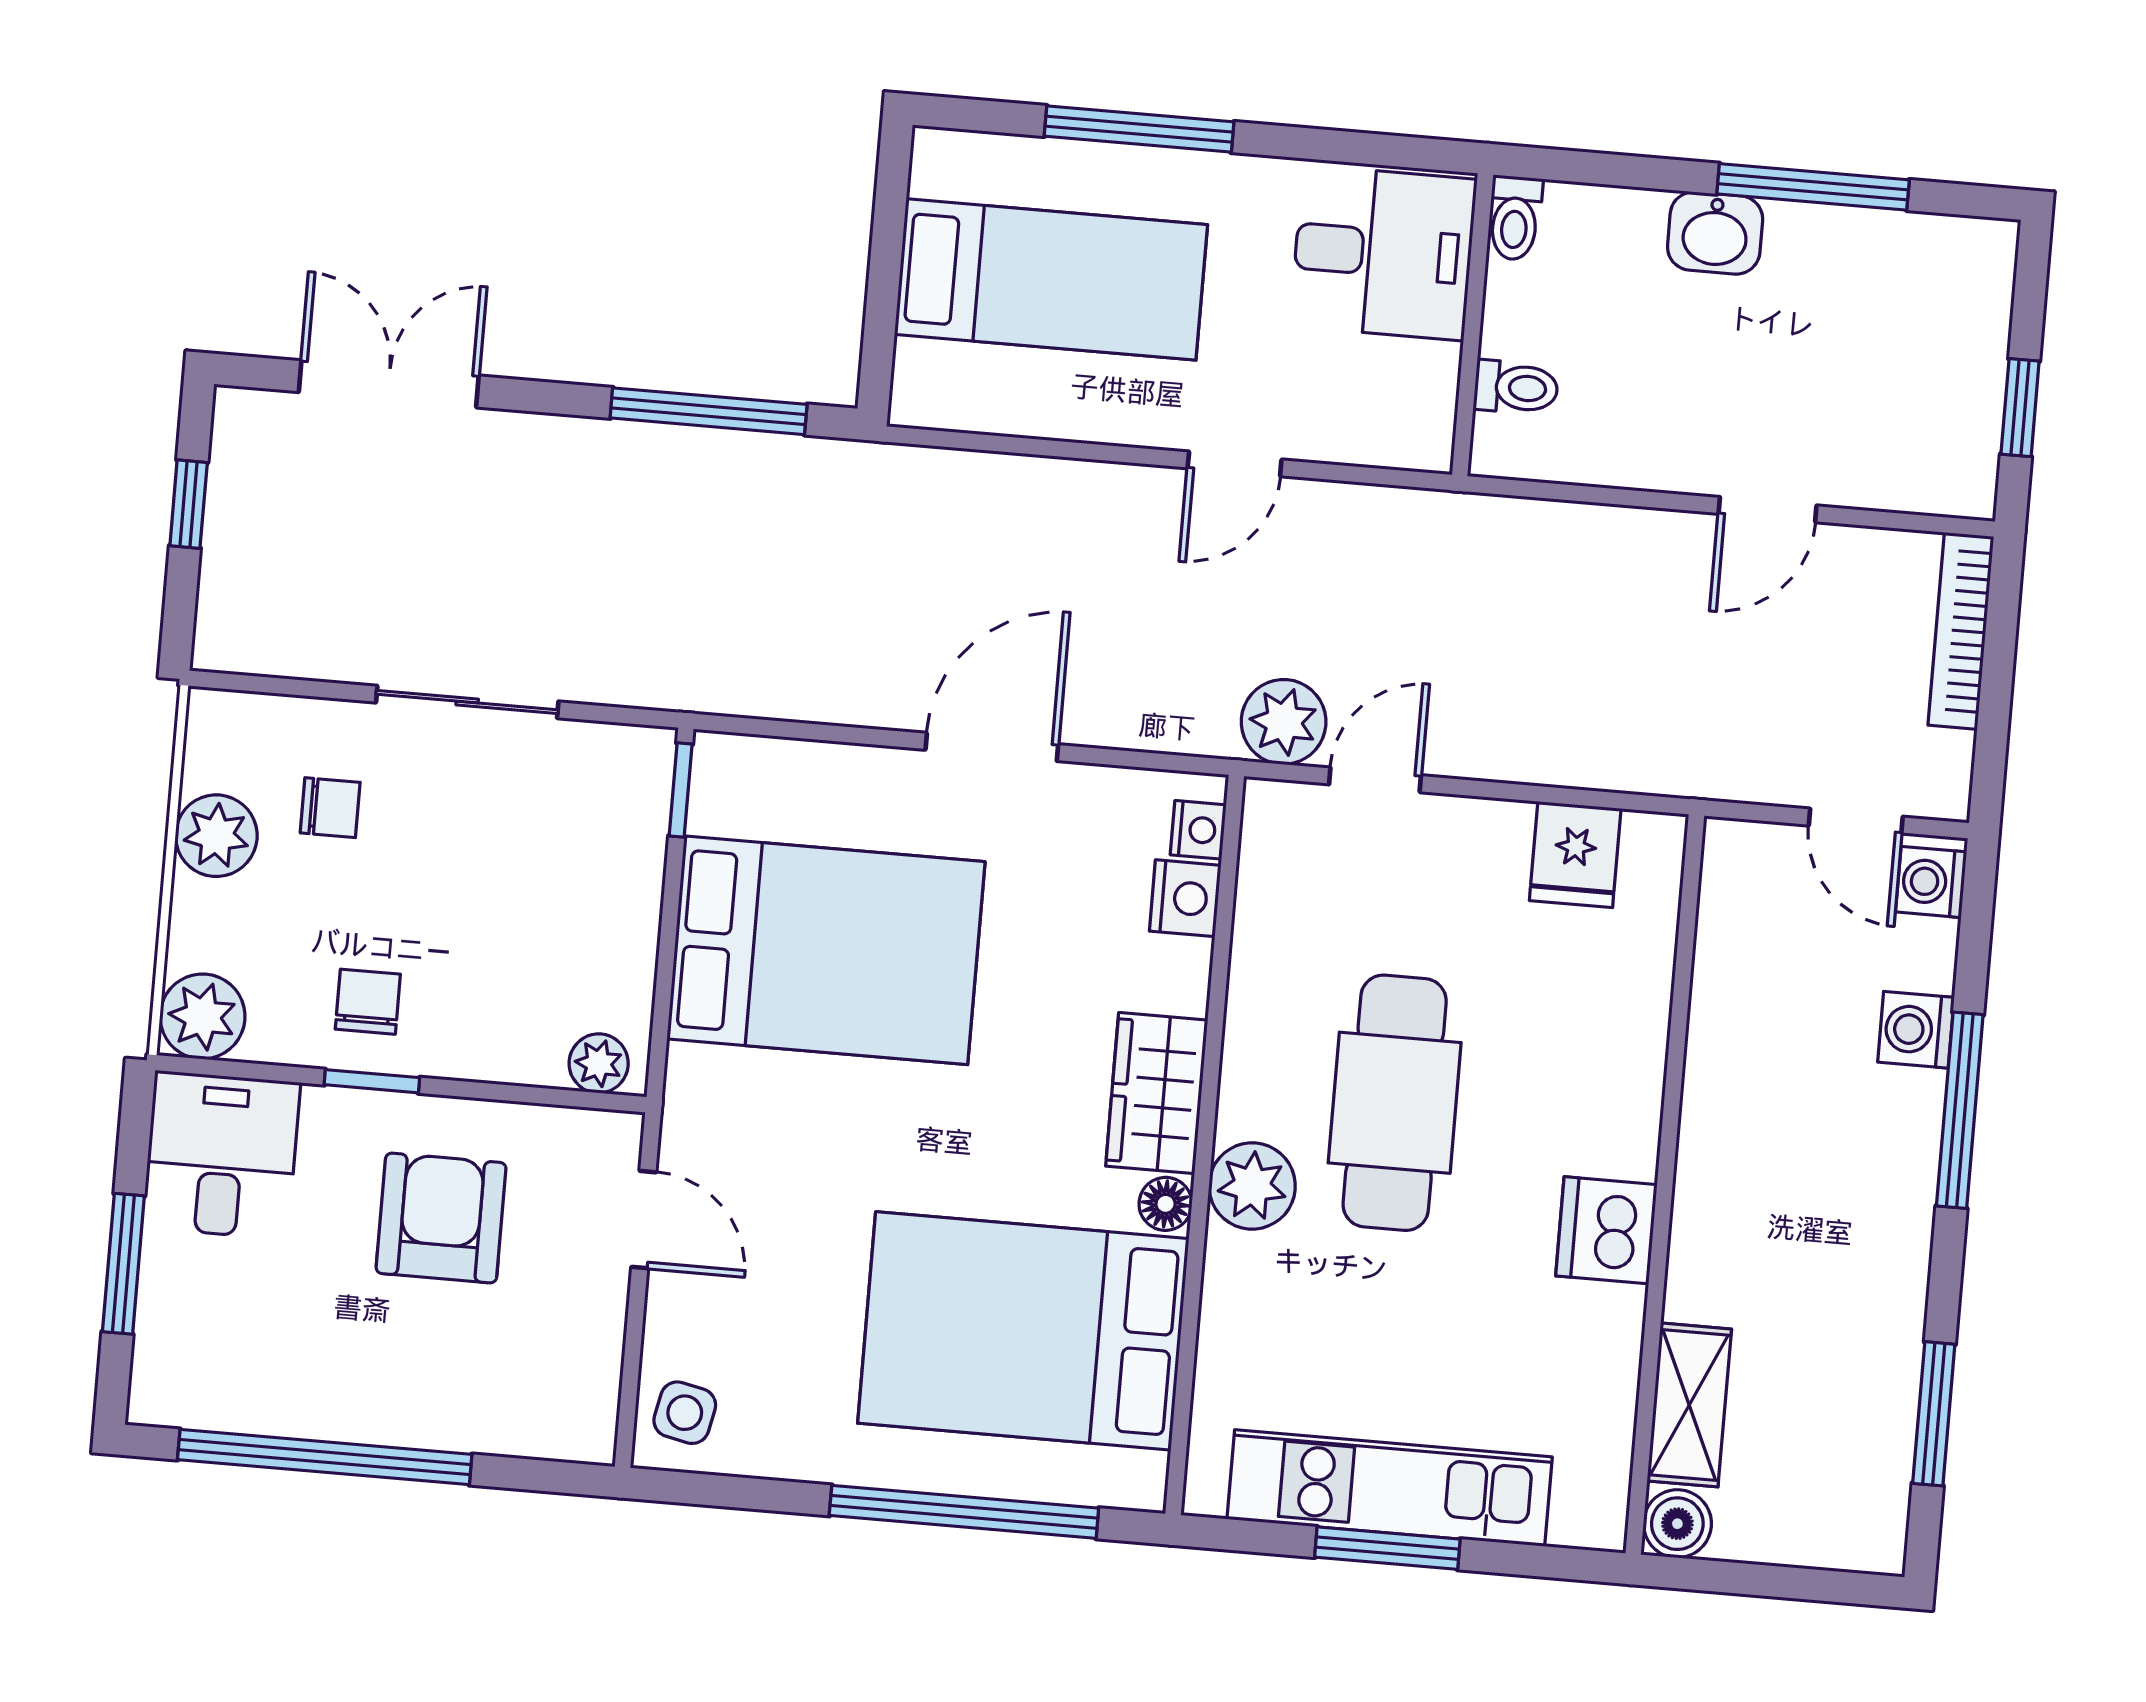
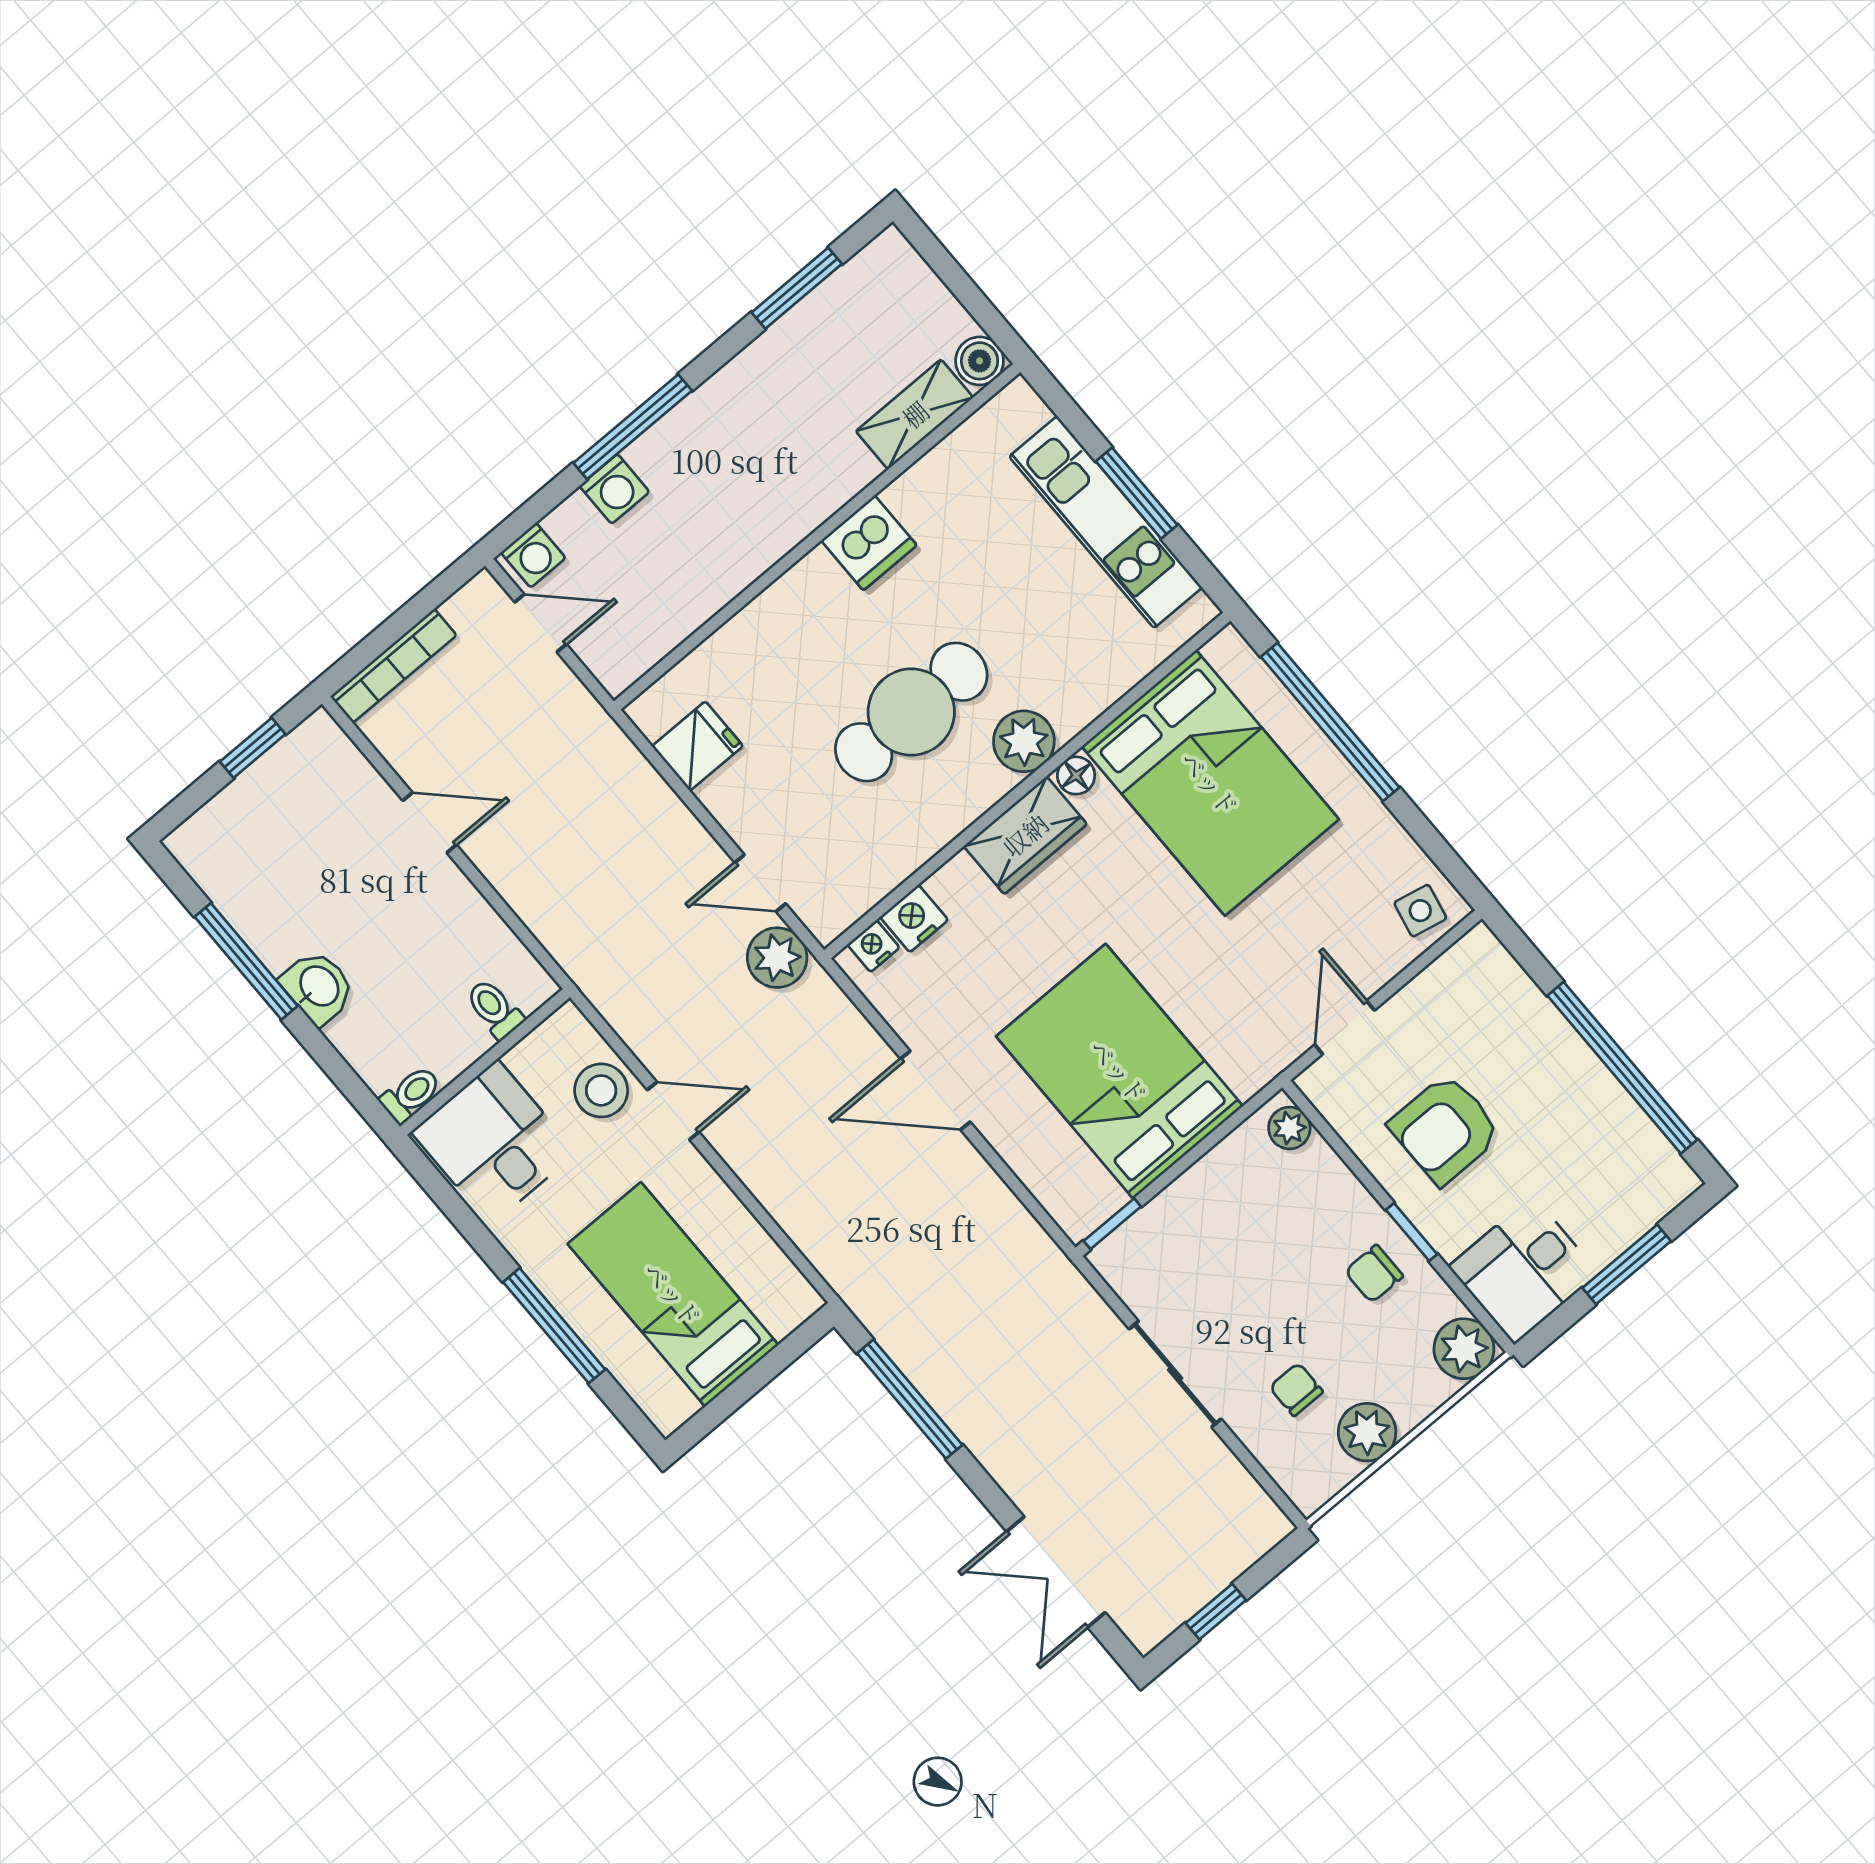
stool: (1327, 412) -> (601, 1090), added
door: (1856, 821) -> (541, 623), hinge flipped

